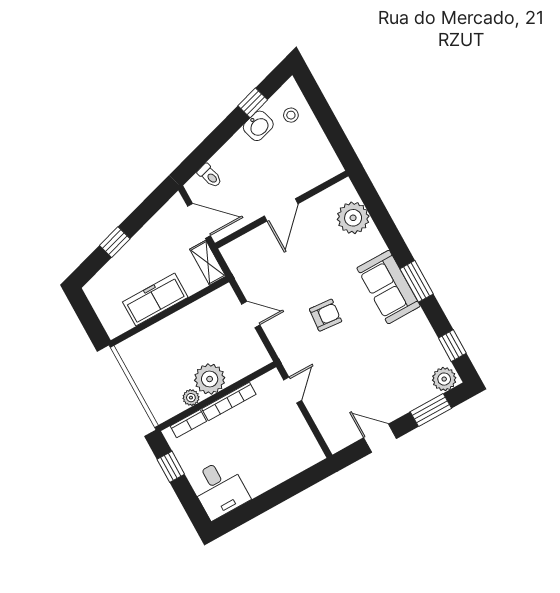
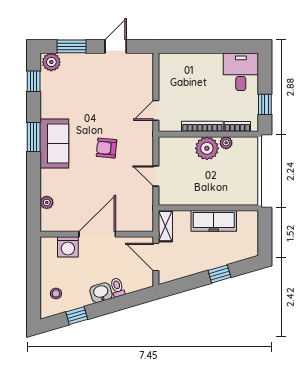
washbasin: (258, 126) -> (101, 293), moved
toilet: (210, 176) -> (117, 287), moved
washing machine: (307, 176) -> (68, 247), added
door: (281, 210) -> (97, 234), width x1.36
plant: (353, 218) -> (47, 202), width x0.53, depth x0.53
door: (380, 438) -> (116, 46), swing flipped

